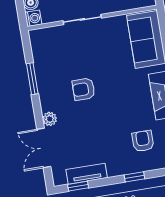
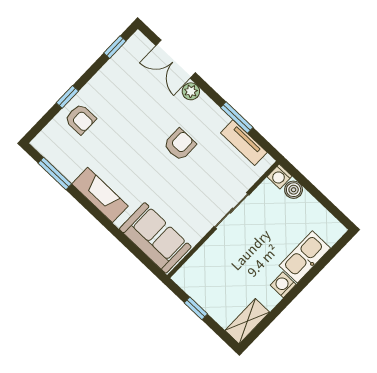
armchair: (143, 141) -> (80, 119), moved
double door: (44, 148) -> (176, 59), swing flipped
tv unit: (87, 174) -> (244, 143), moved, turned 90

